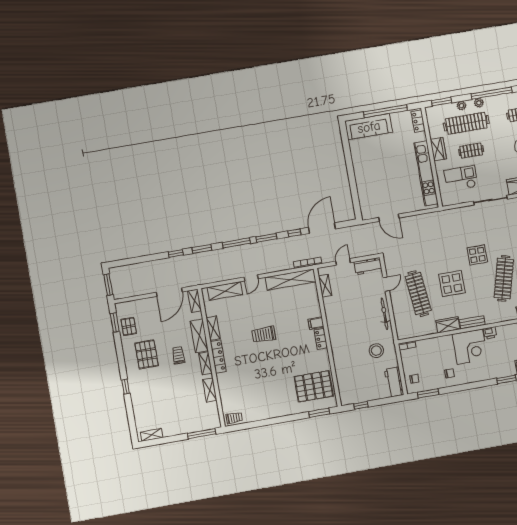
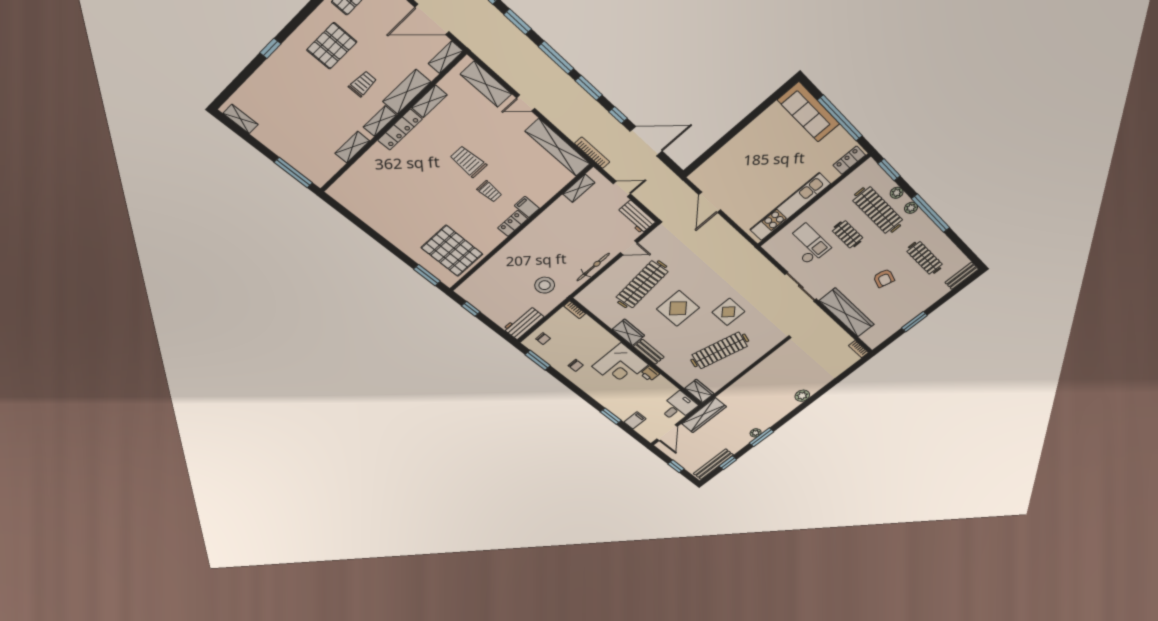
wardrobe: (438, 149) -> (828, 201), removed
trolley: (234, 418) -> (489, 191), moved

